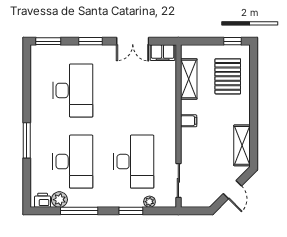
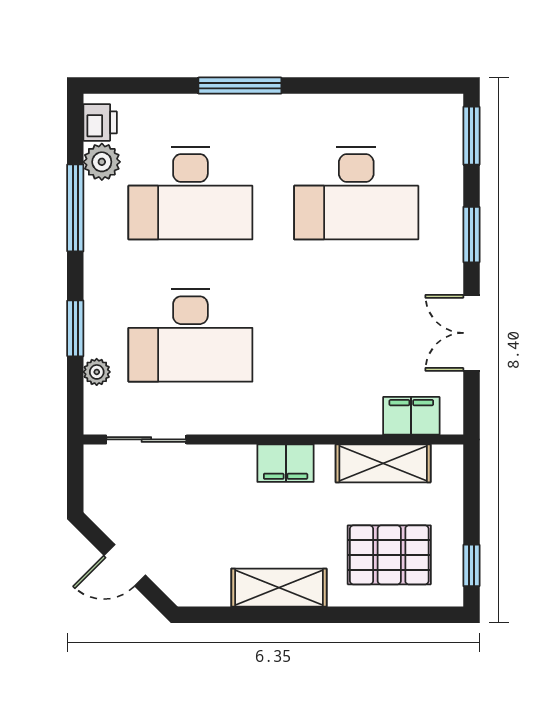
filing cabinet: (163, 53) -> (411, 416), moved, turned 90
filing cabinet: (189, 121) -> (286, 463), width x2.00
shelving: (242, 145) -> (279, 588), moved

